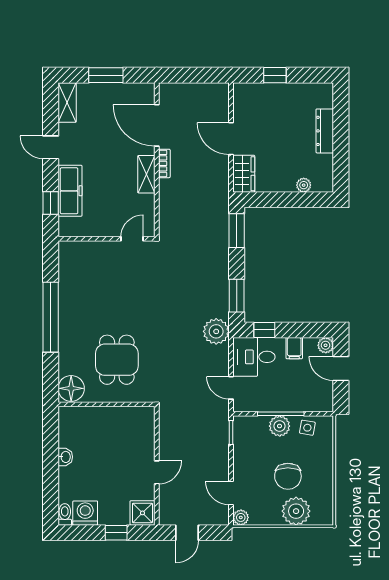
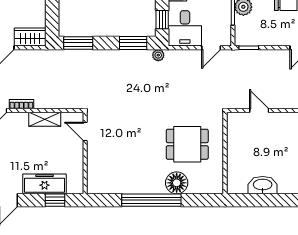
shelving: (146, 174) -> (45, 119), moved
plant: (216, 331) -> (158, 55), width x0.53, depth x0.53
floor lamp: (71, 388) -> (177, 183), moved
washbasin: (65, 457) -> (263, 185), width x1.91, depth x1.45
door: (157, 472) -> (259, 111), moved

